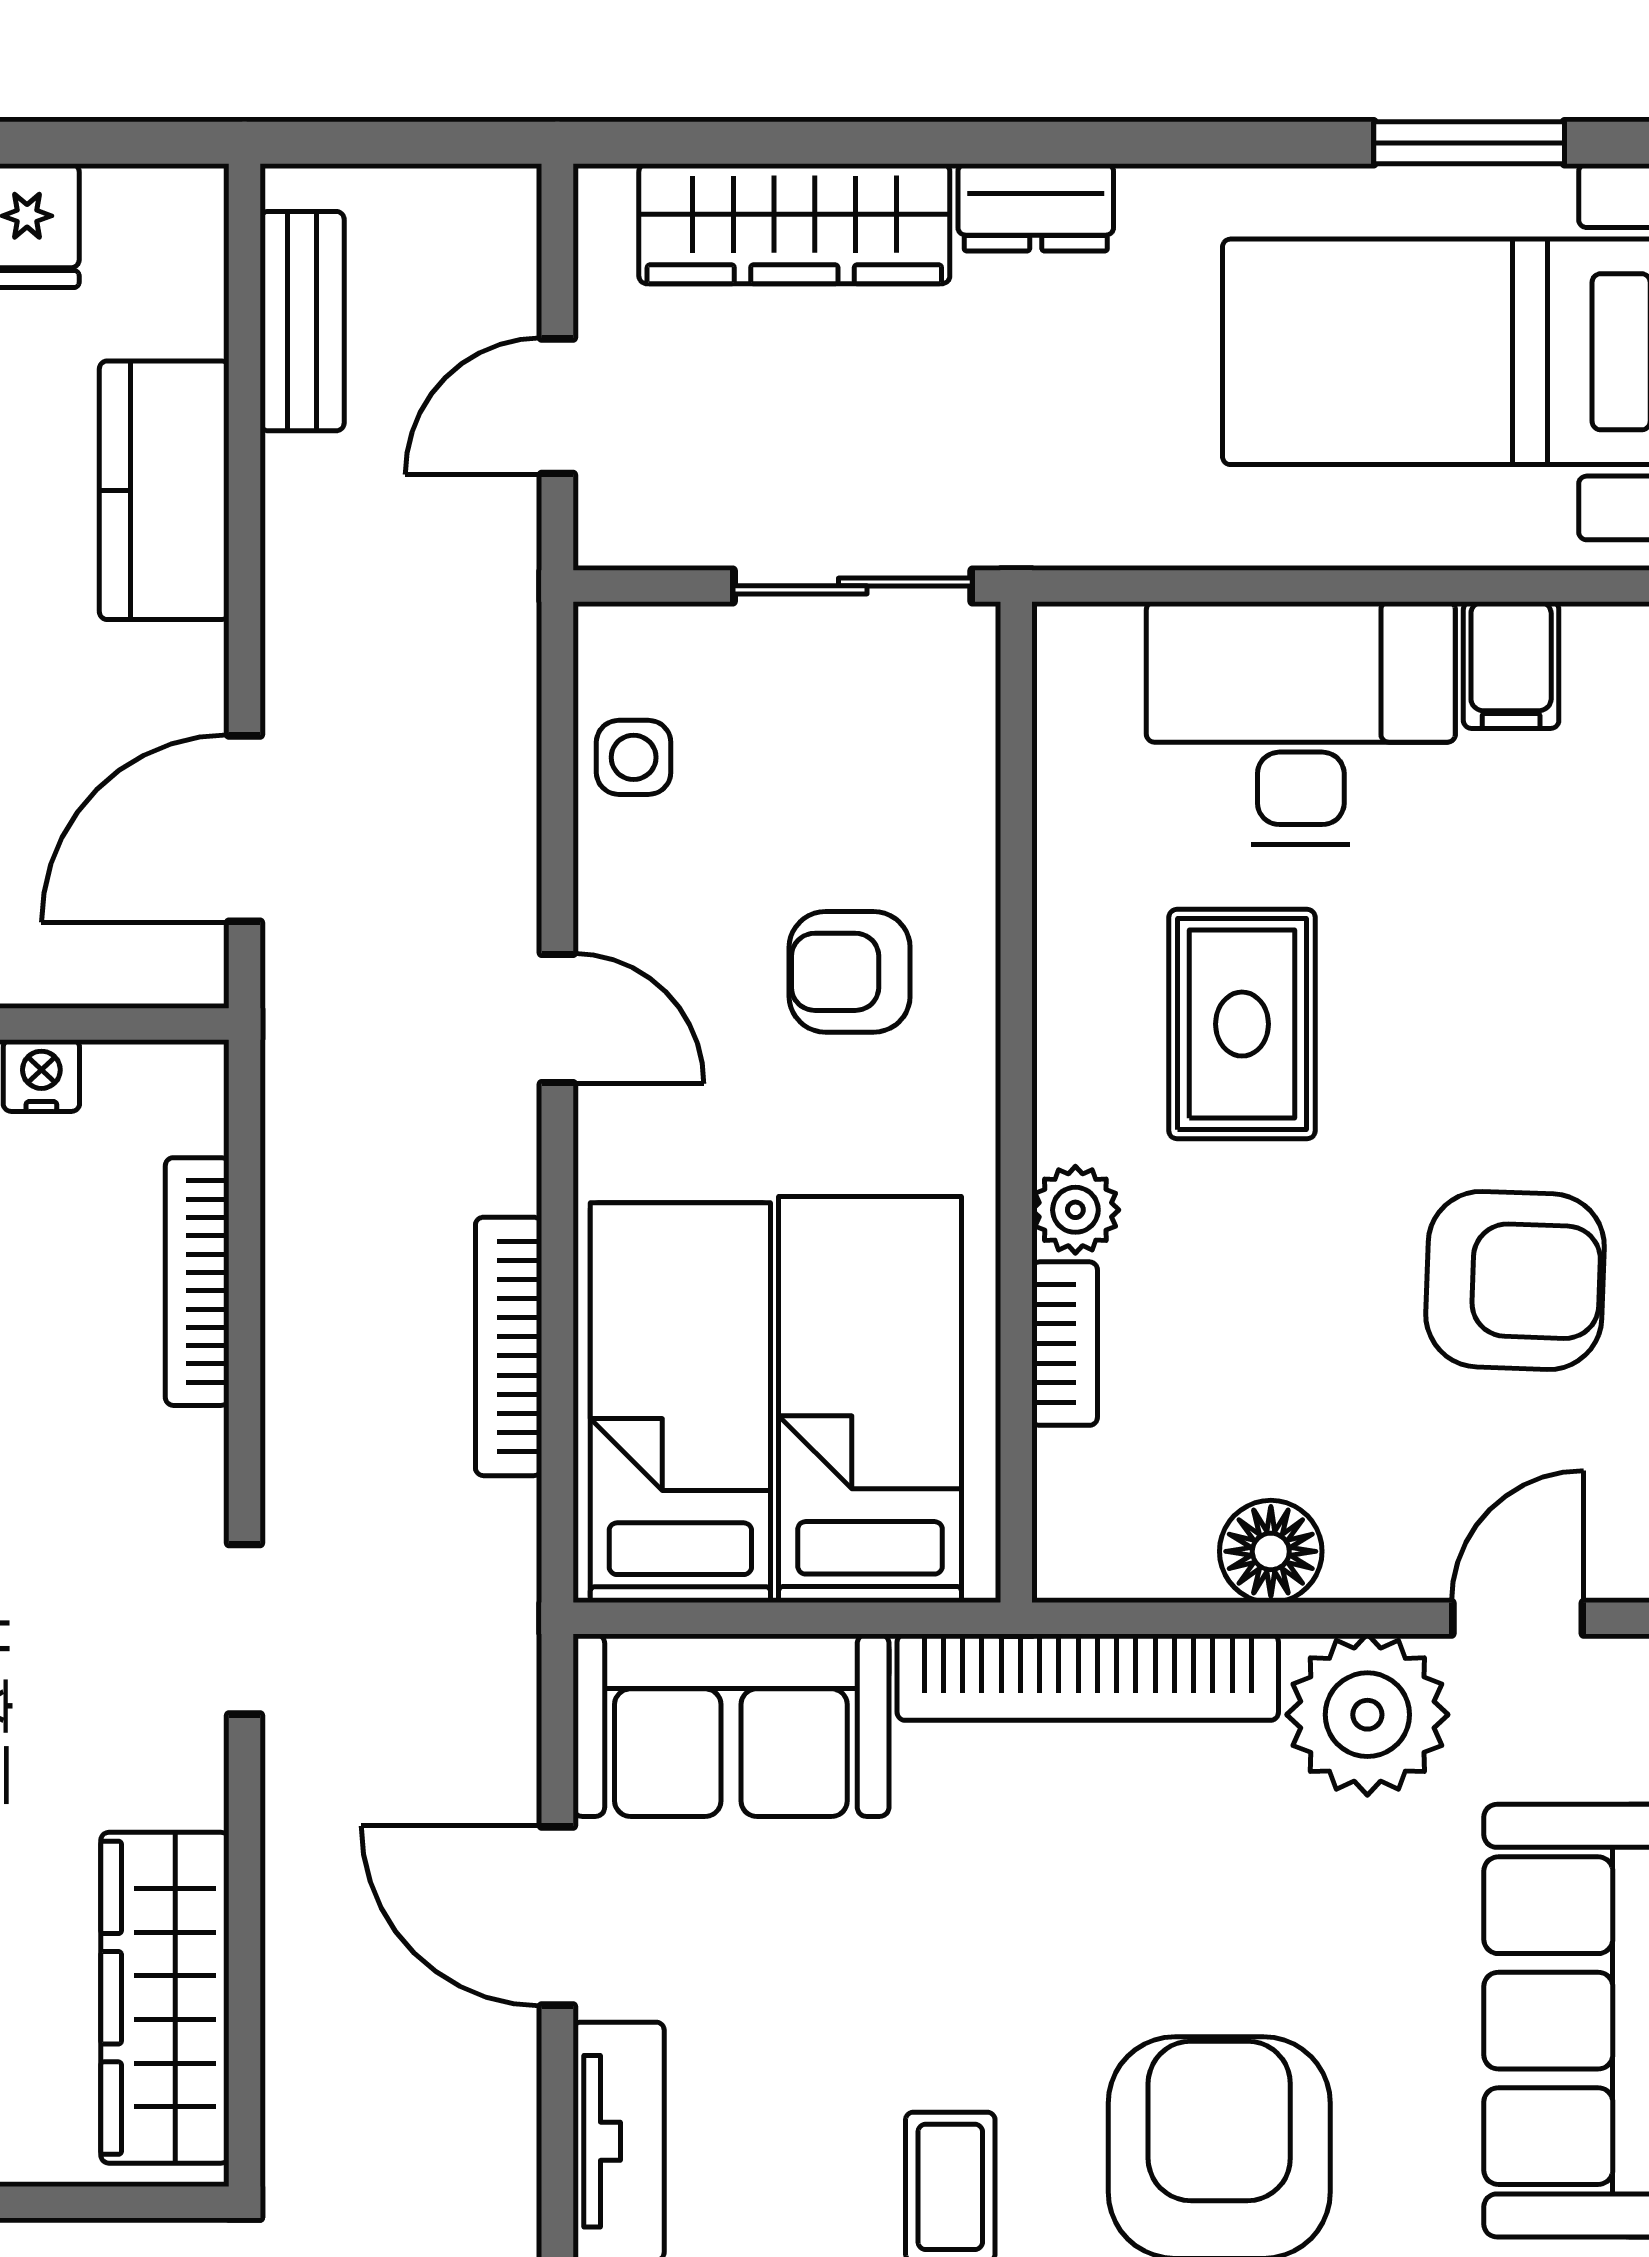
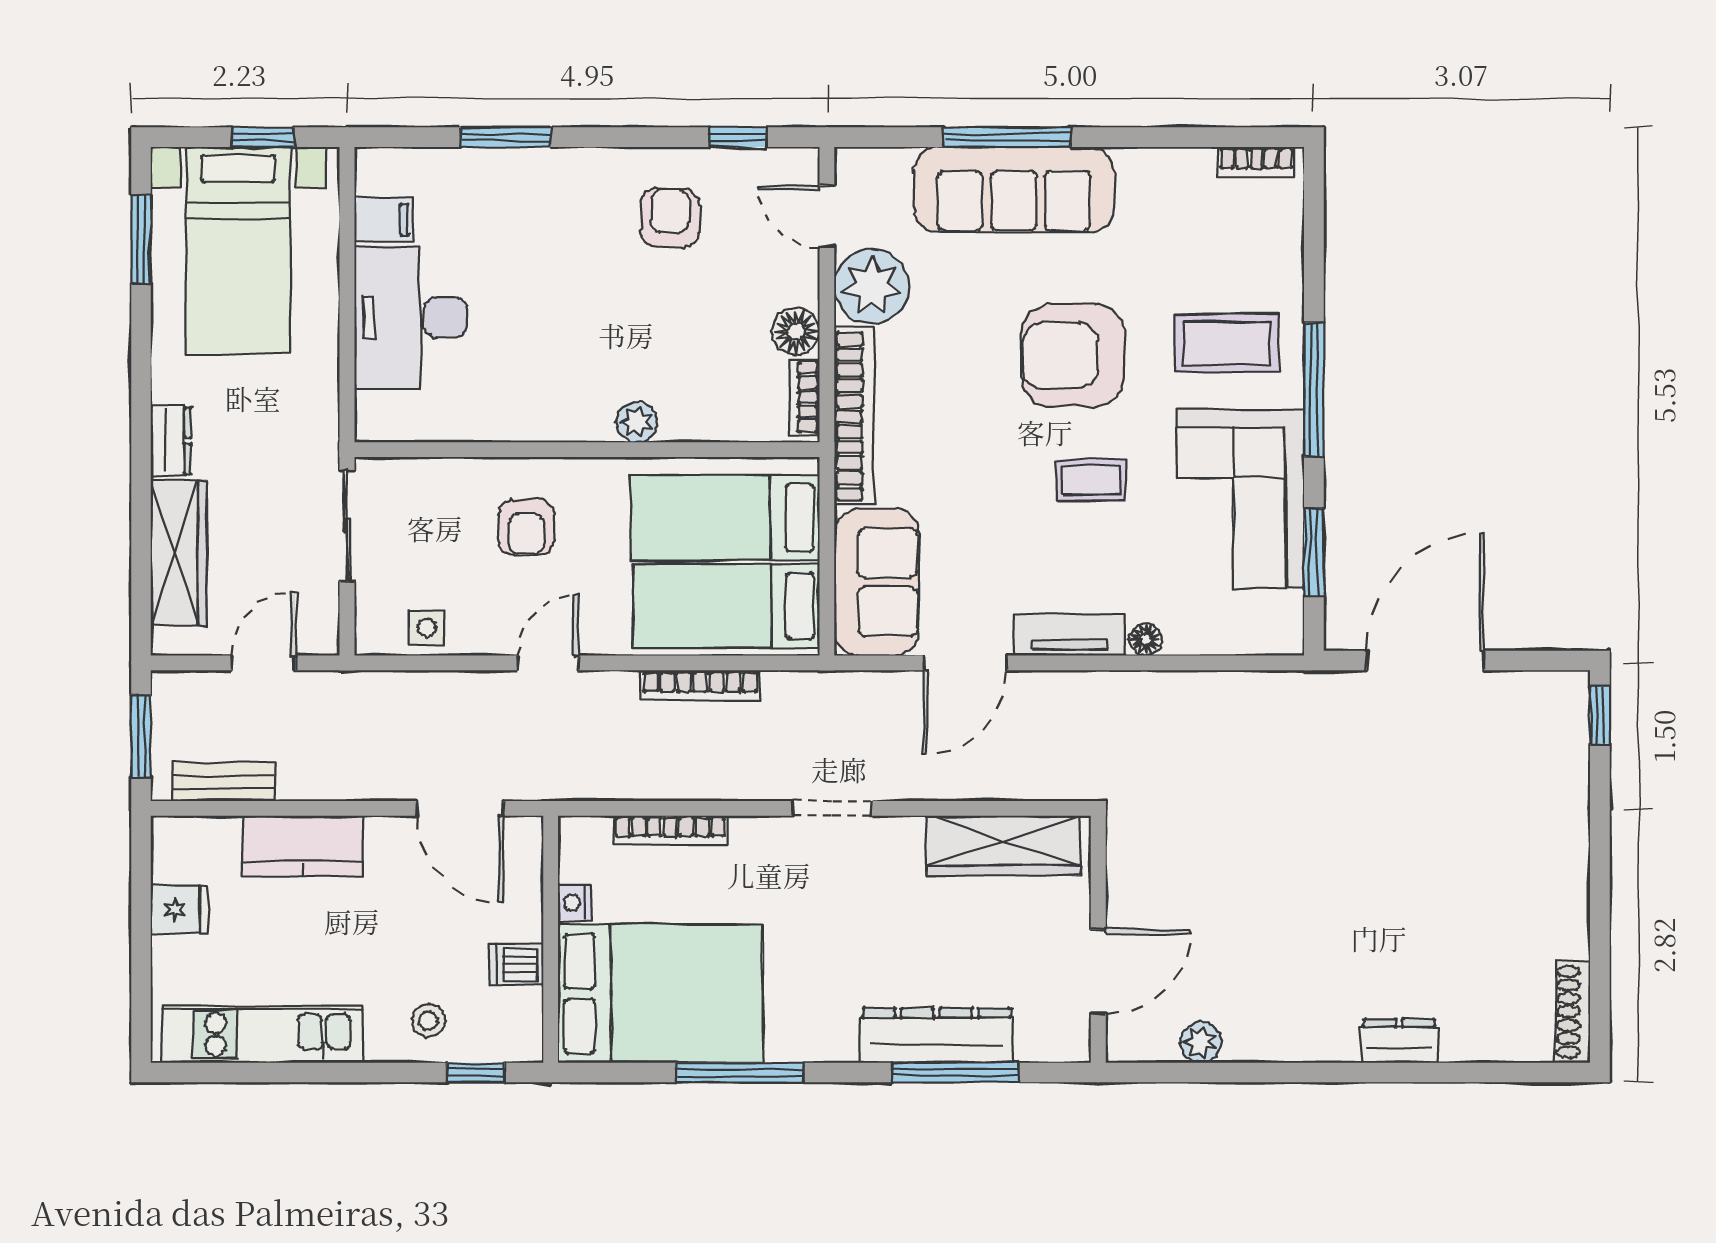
window: (400, 143) -> (141, 736), added
door: (557, 406) -> (263, 663), swing flipped
rug: (1242, 1024) -> (551, 345), removed
armchair: (1515, 1280) -> (670, 218), width x0.72, depth x0.72
bookcase: (1065, 1344) -> (804, 397), moved, turned -90

